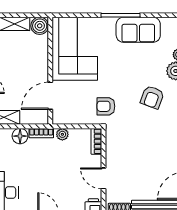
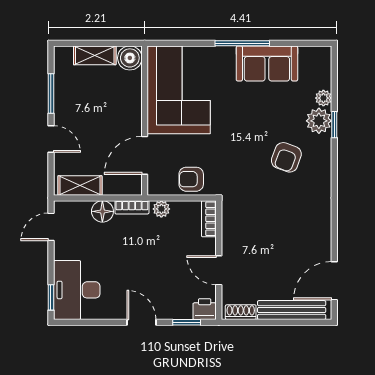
armchair: (106, 106) -> (191, 179), moved

